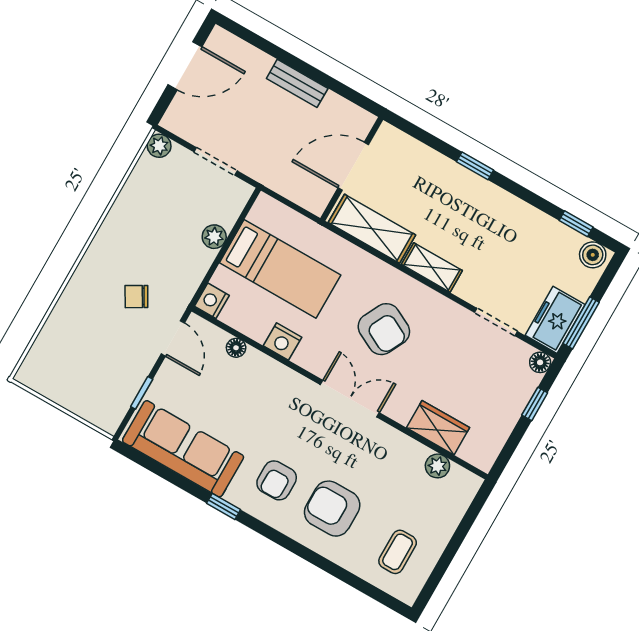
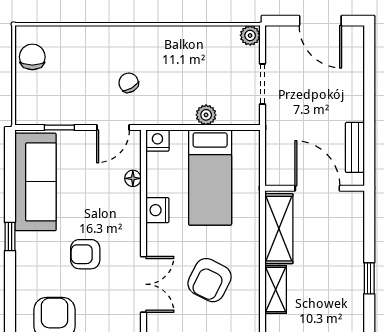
bench: (297, 83) -> (355, 147), moved
chair: (54, 379) -> (32, 57), added
armchair: (277, 480) -> (85, 254), moved

